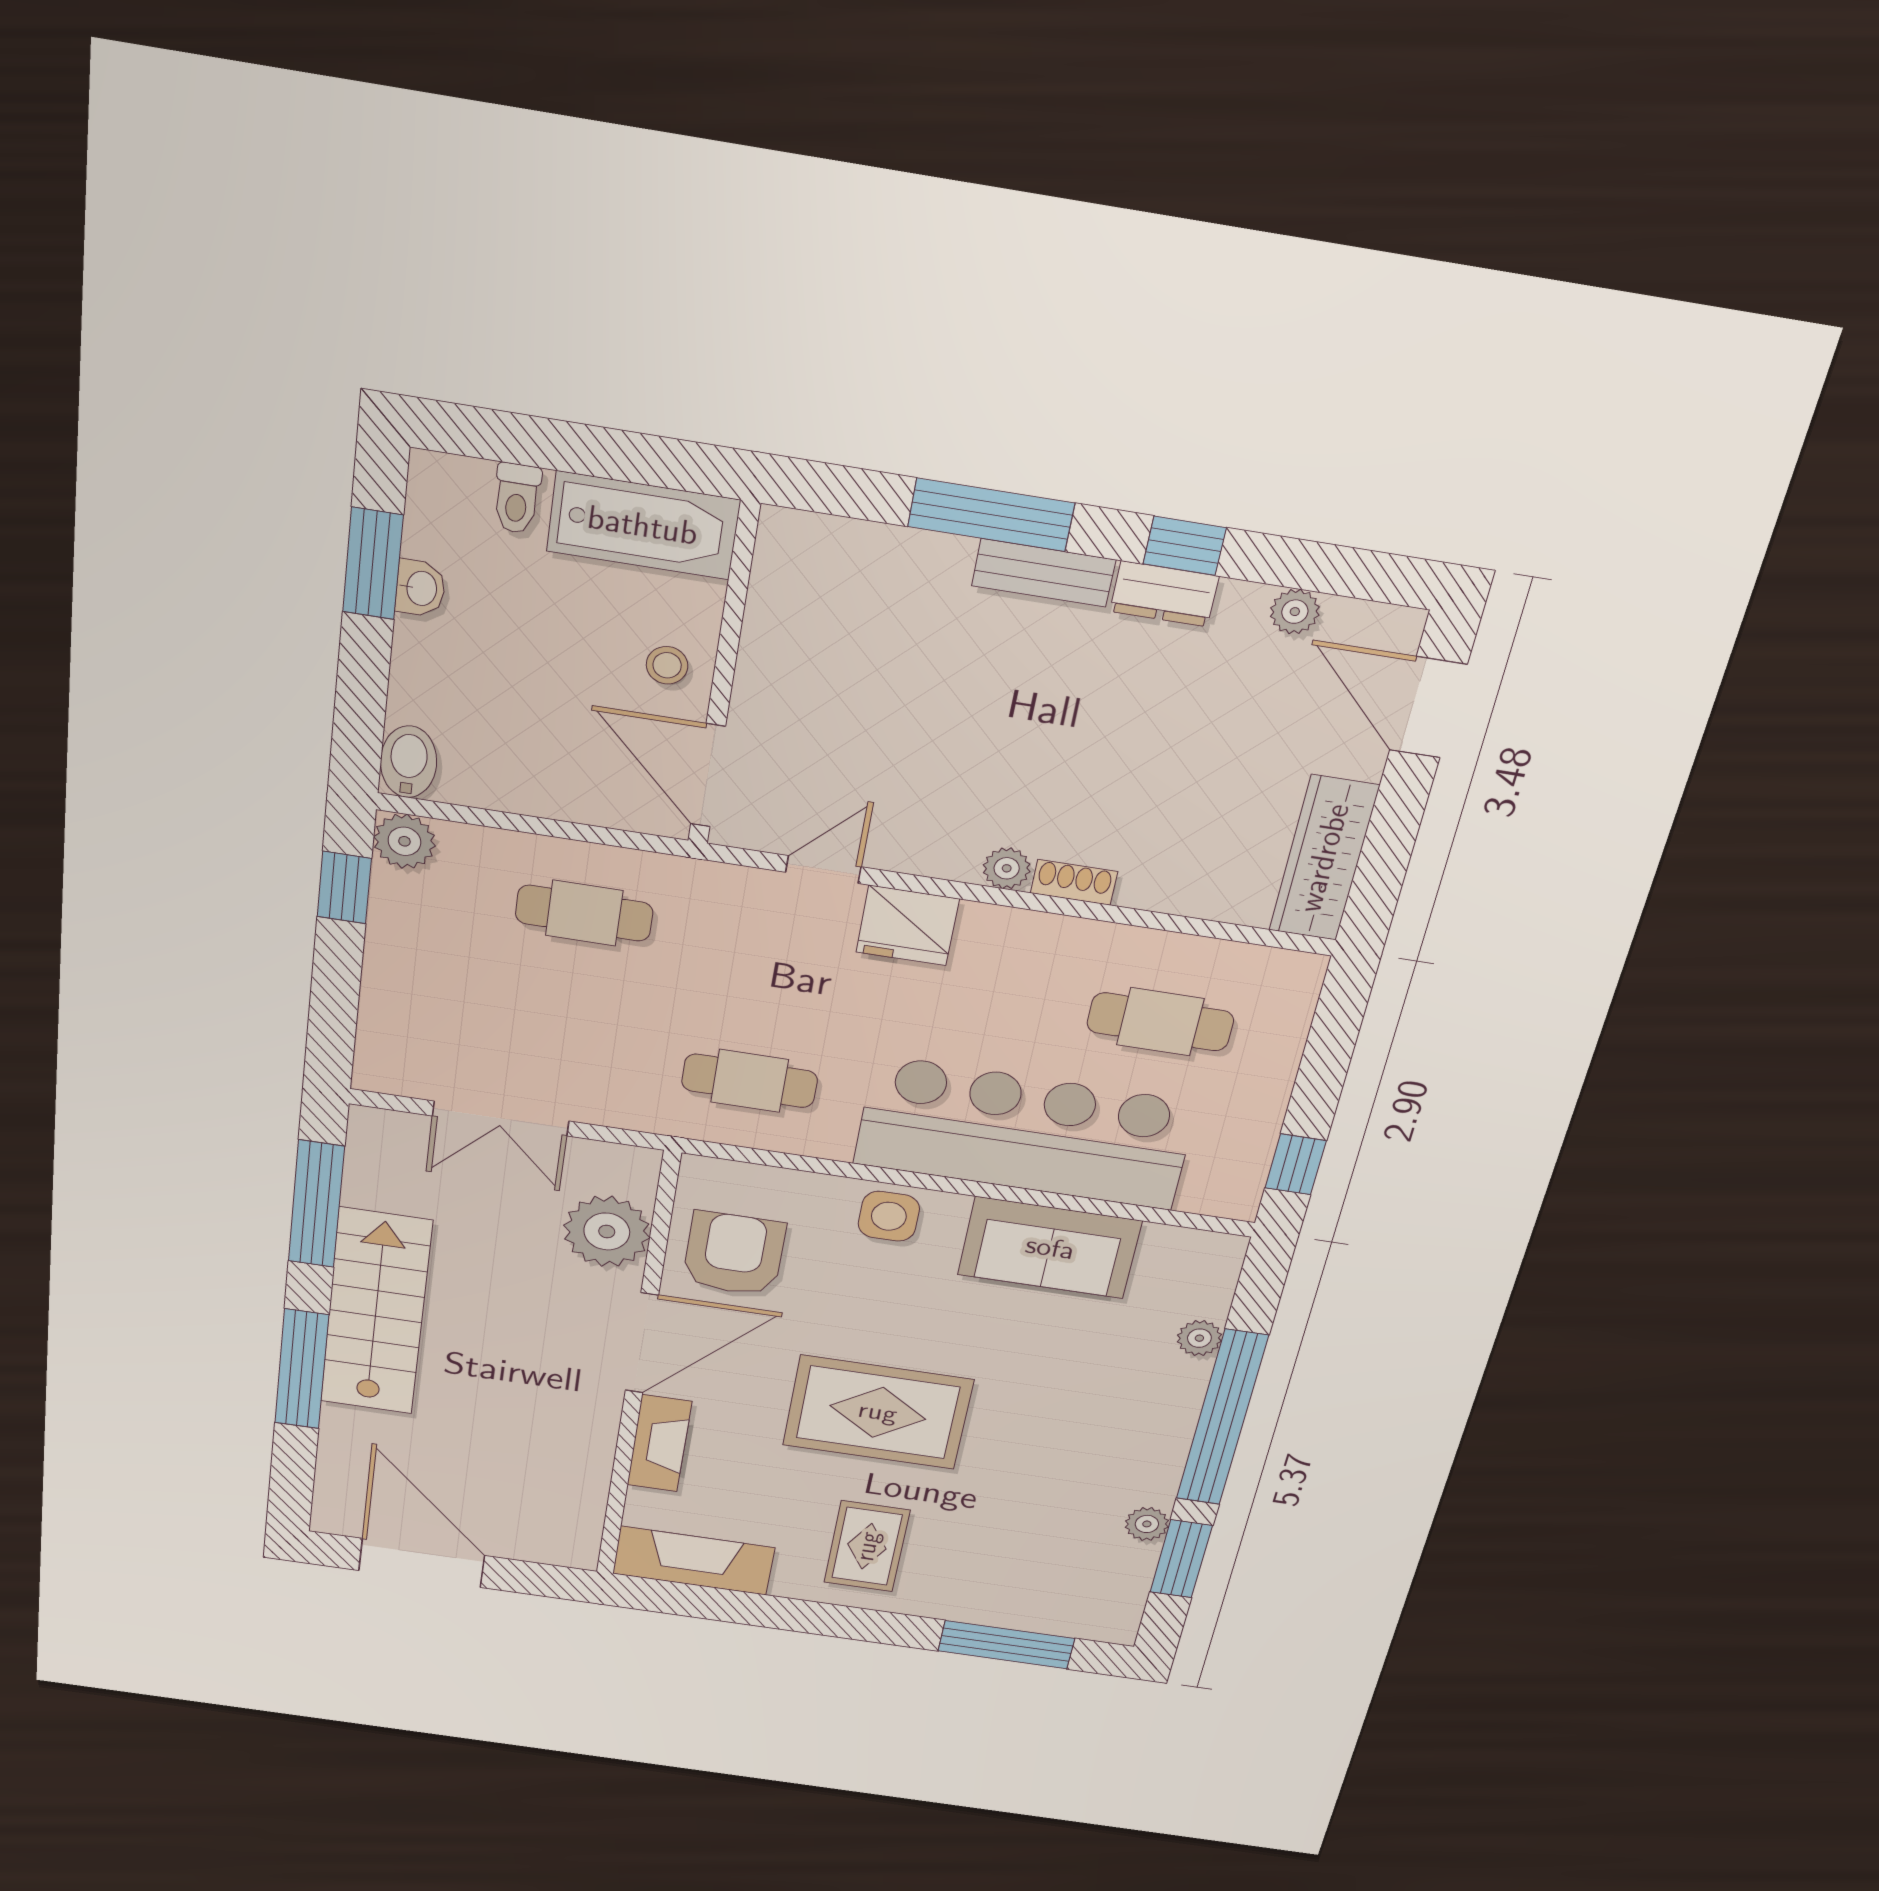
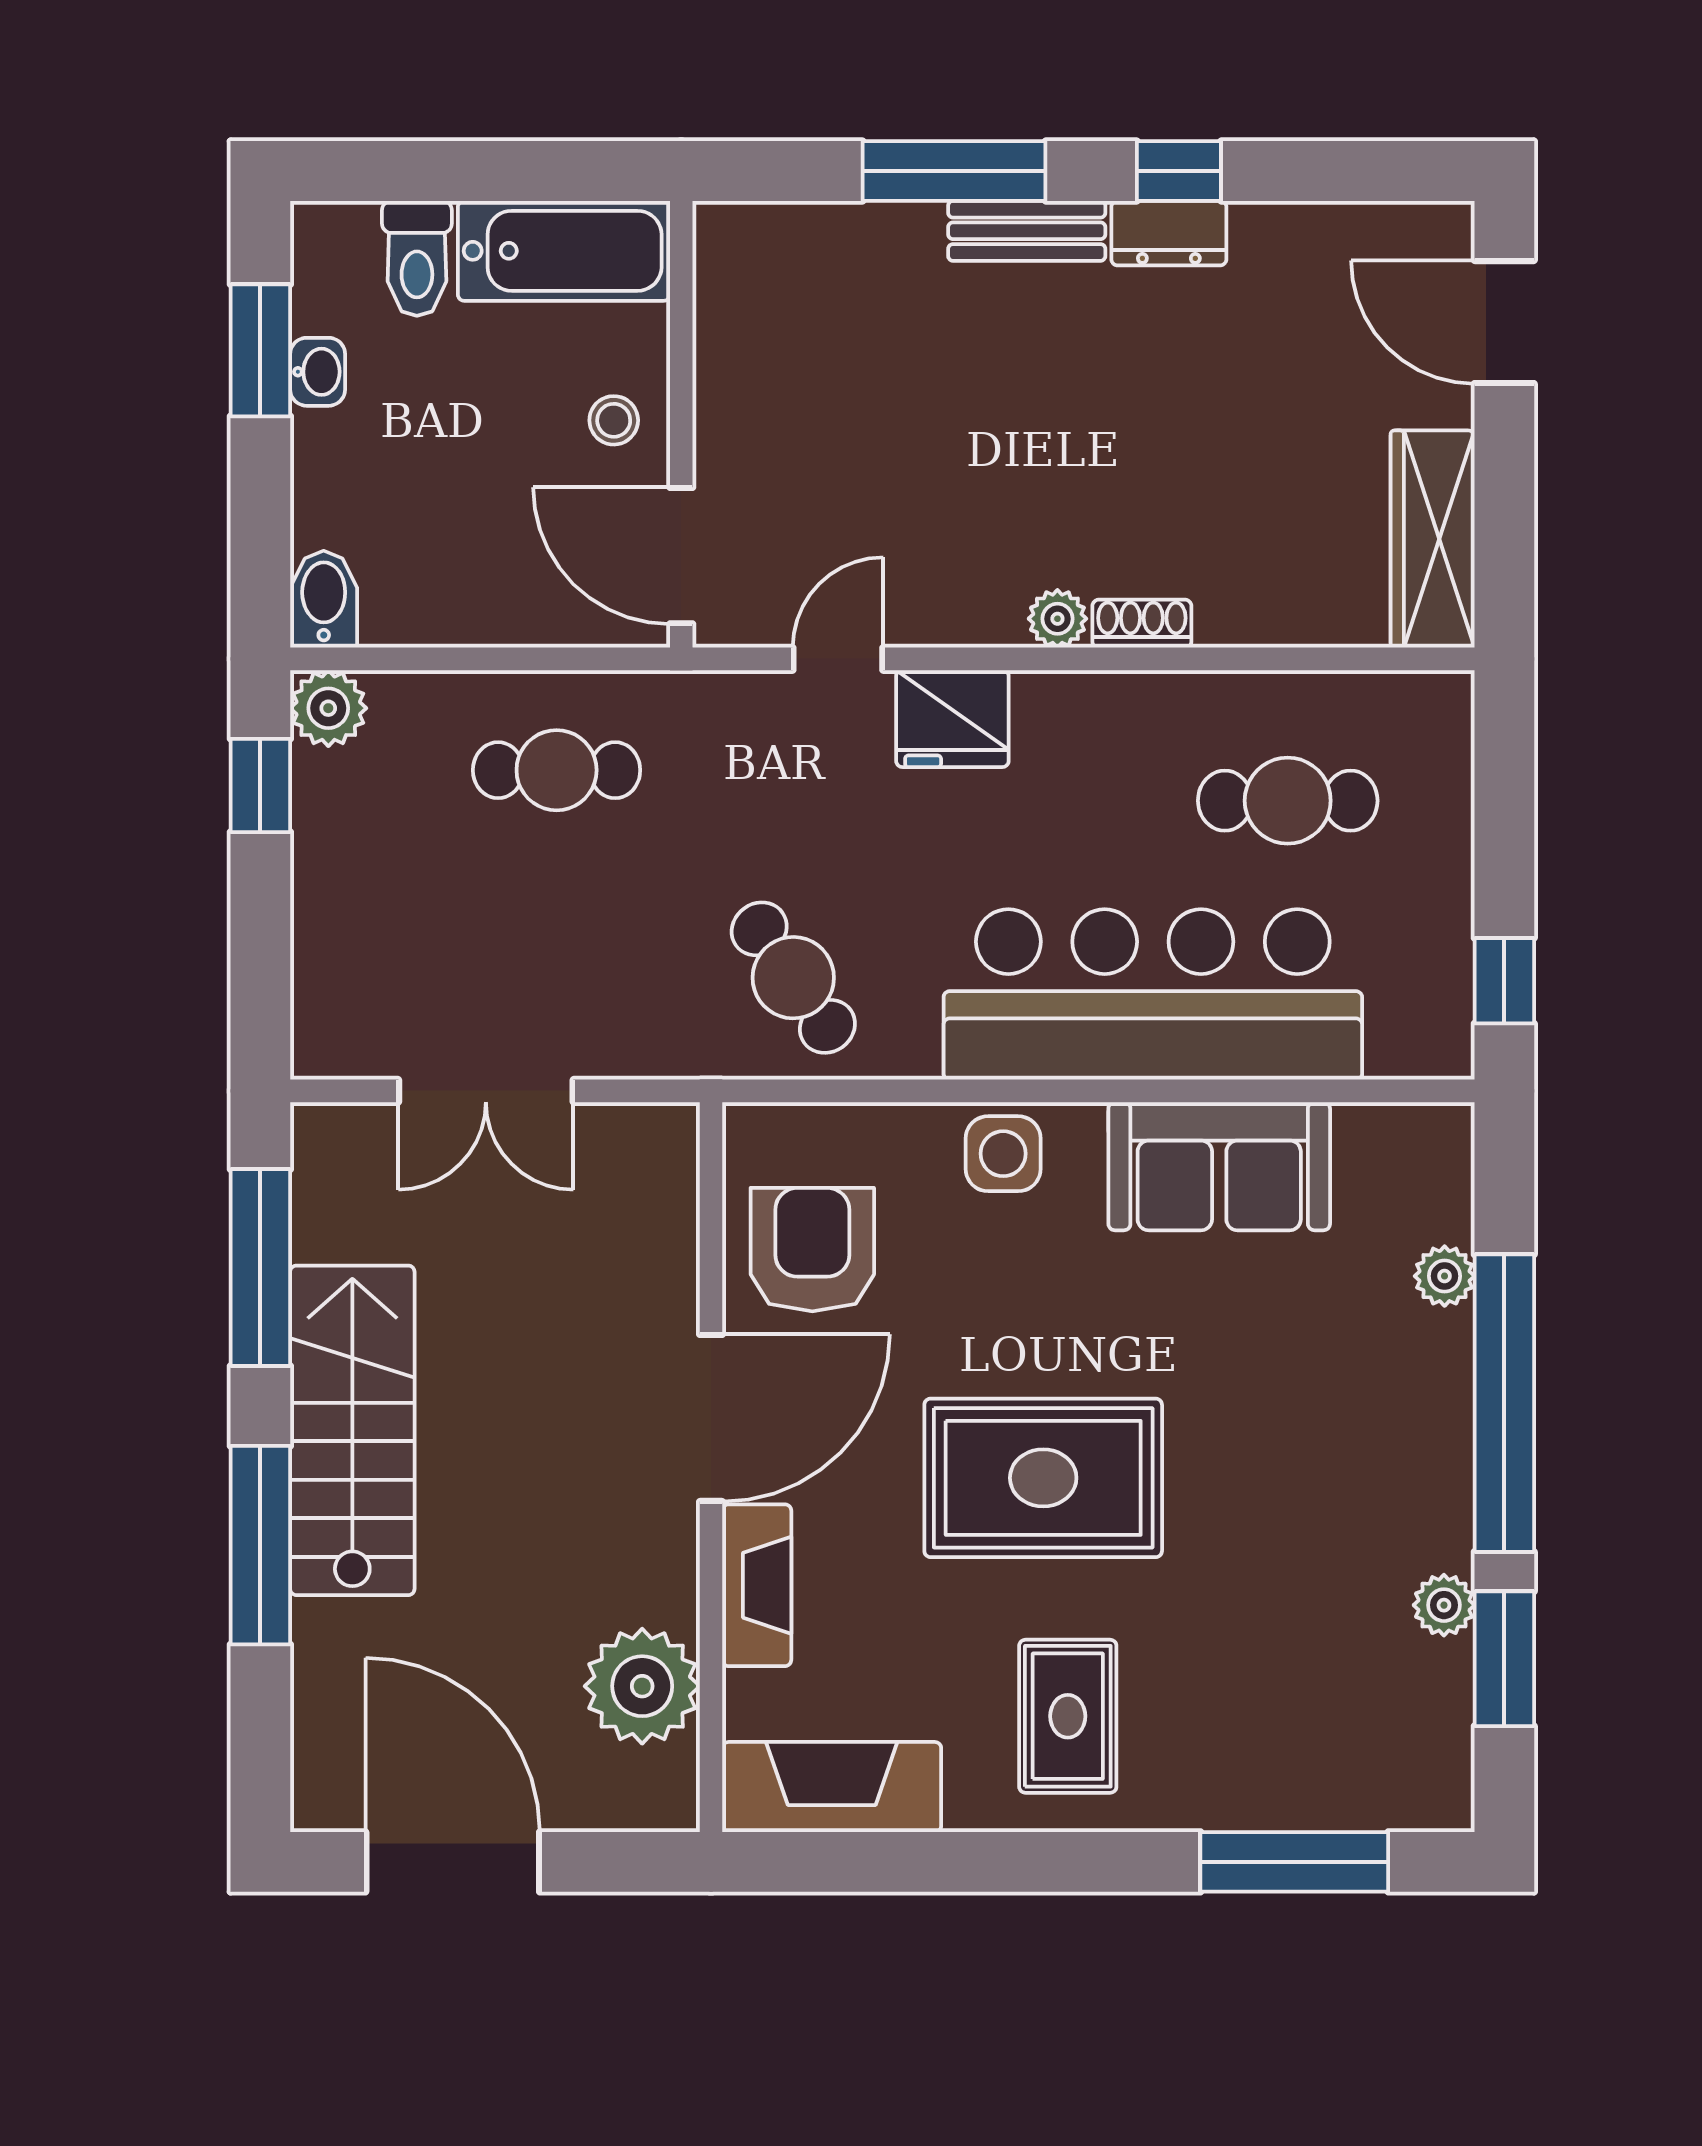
toilet: (517, 498) -> (417, 258), width x1.37, depth x1.39
plant: (1295, 612) -> (1322, 229), removed
cafe table: (750, 1081) -> (793, 978), turned 55
plant: (607, 1231) -> (642, 1686), moved

